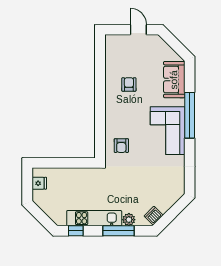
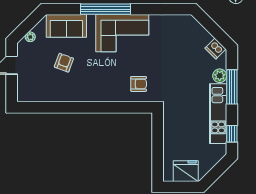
plant: (164, 47) -> (30, 37), added
armchair: (129, 84) -> (64, 63), moved, turned 110
fridge: (39, 183) -> (186, 171), width x1.88, depth x1.34

